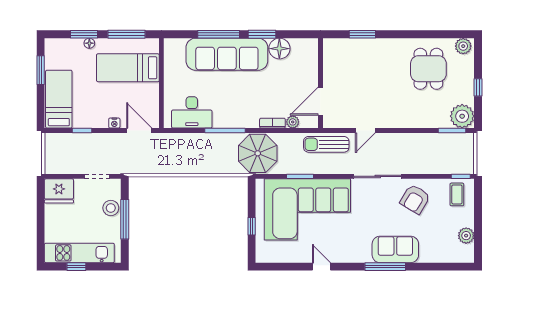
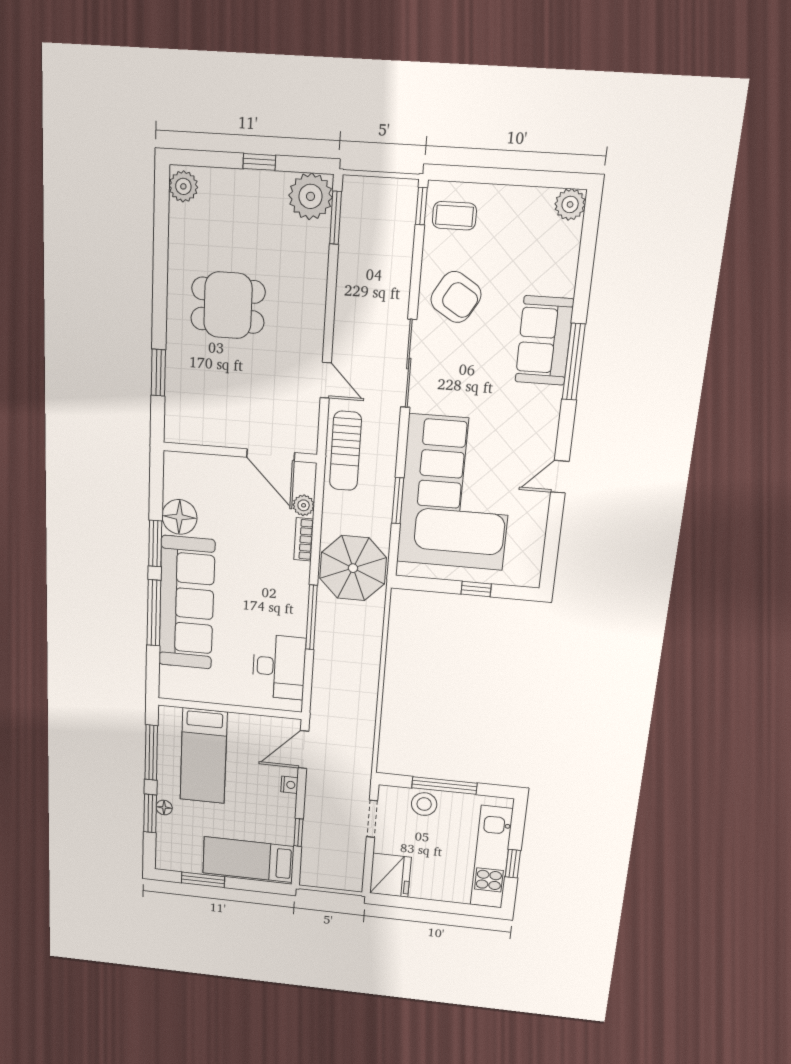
dining table: (428, 69) -> (228, 305), moved
plant: (466, 236) -> (570, 204), moved

